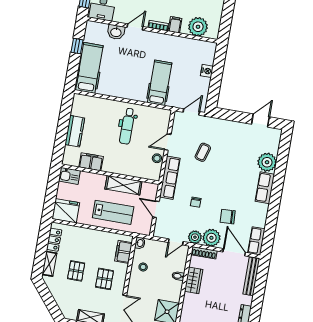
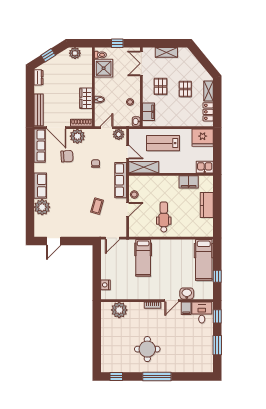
filing cabinet: (175, 25) -> (186, 308), moved
nightstand: (207, 71) -> (105, 285), moved
shelving: (123, 185) -> (144, 167), moved
plant: (195, 237) -> (119, 134), moved
row of seats: (256, 241) -> (40, 146), width x1.48

